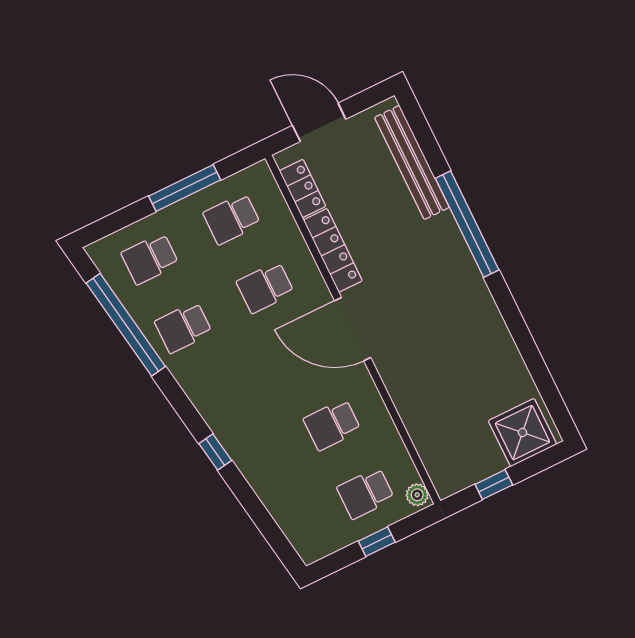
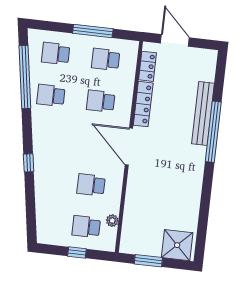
bench: (412, 162) -> (203, 113), moved
window: (494, 485) -> (148, 261), width x1.50
plant: (417, 495) -> (112, 221), moved

